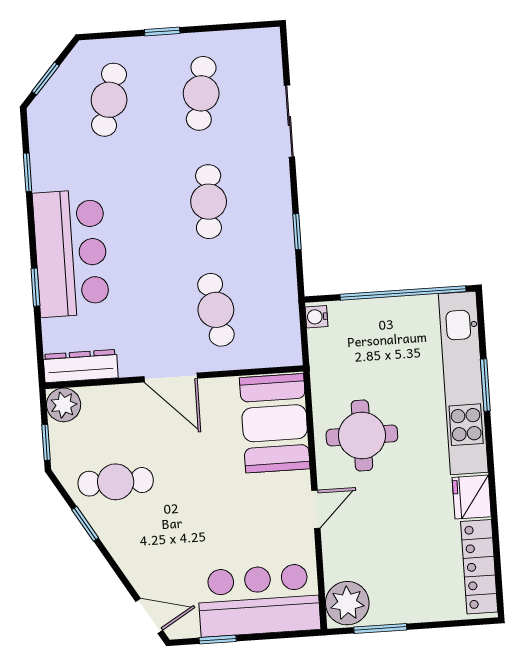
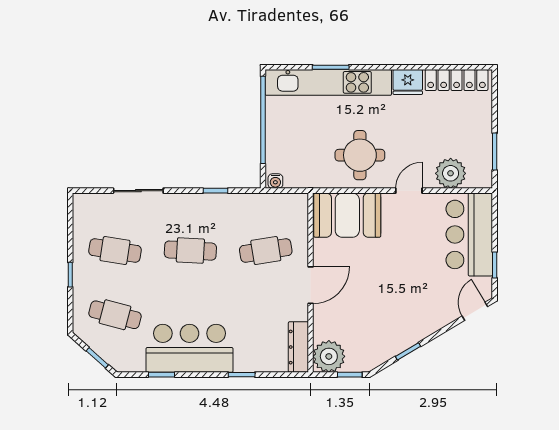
bar counter: (71, 253) -> (189, 348), moved
plant: (64, 405) -> (329, 356), width x1.36, depth x1.36
cafe table: (116, 482) -> (380, 328), removed
door: (316, 509) -> (409, 191), hinge flipped
plant: (347, 603) -> (451, 173), moved

